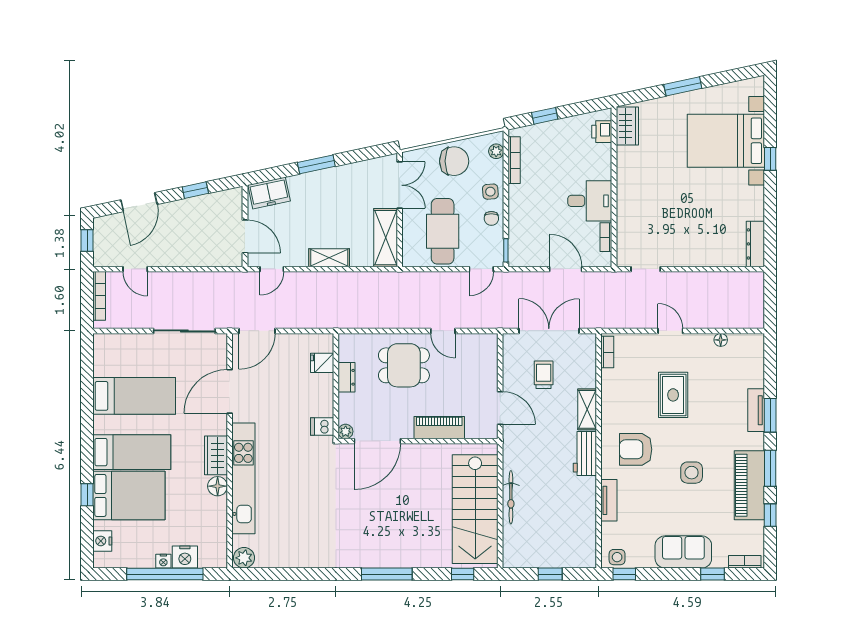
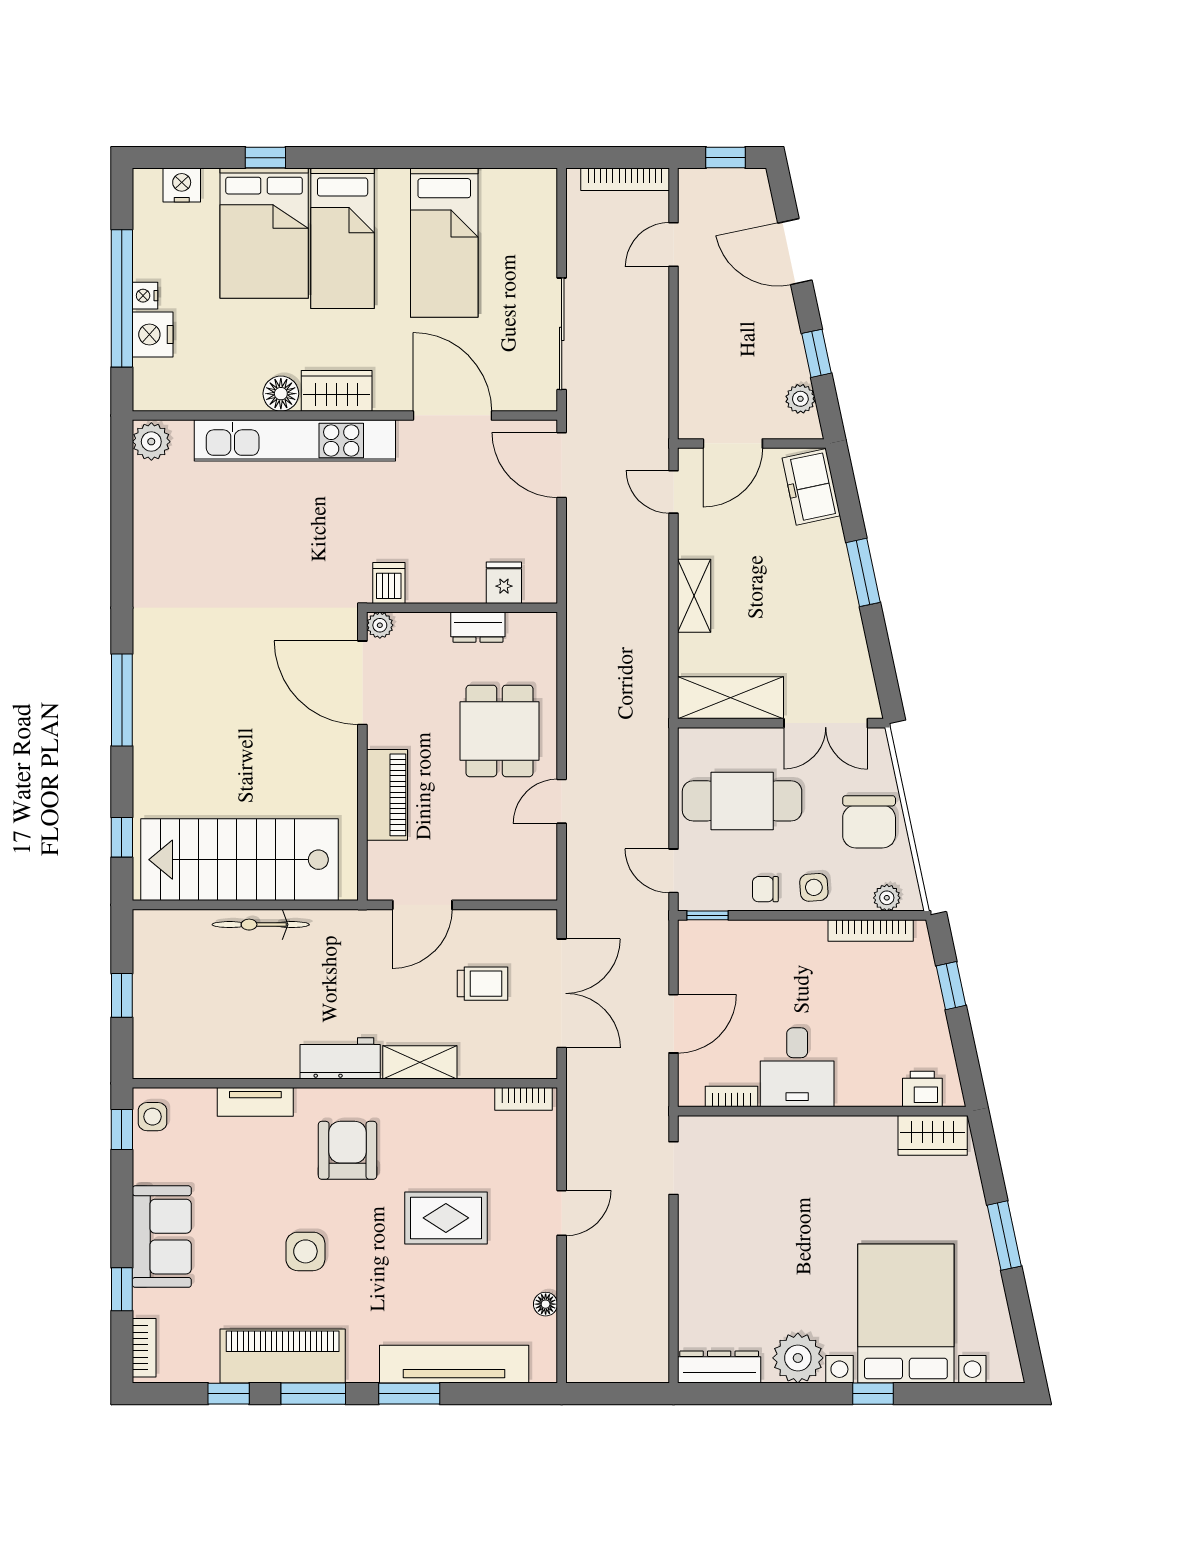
plant: (220, 199) -> (800, 399), added
plant: (750, 200) -> (798, 1358), added
tv unit: (756, 410) -> (454, 1364), width x1.92, depth x1.29

